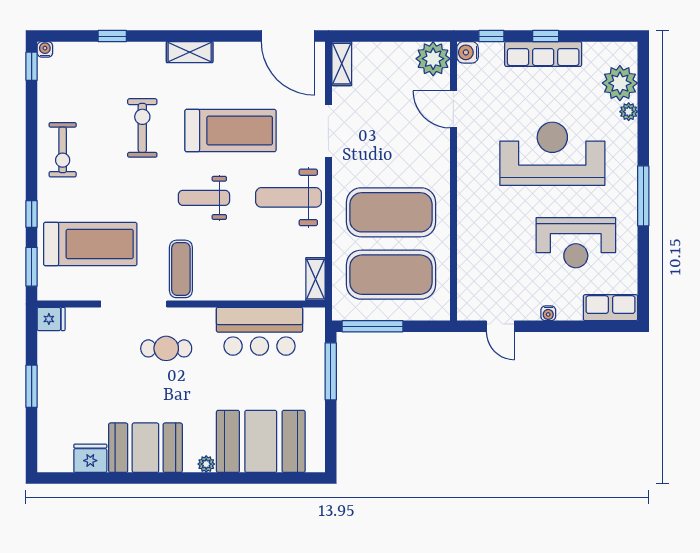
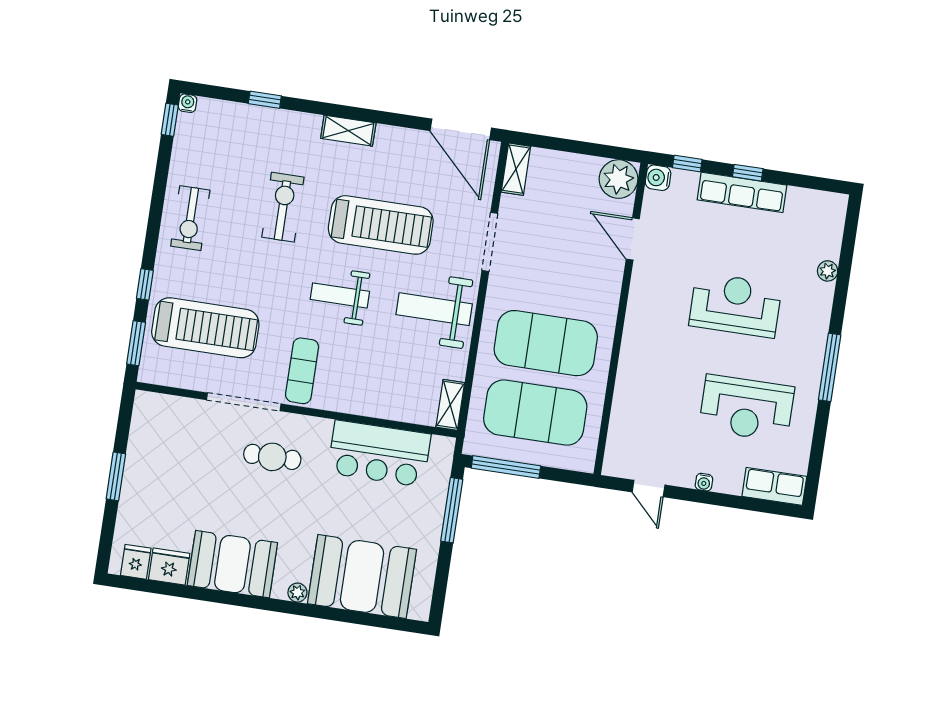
plant: (620, 83) -> (823, 238), removed
reception desk: (552, 154) -> (735, 305), width x0.74, depth x0.77
fridge: (51, 319) -> (136, 562), moved, turned -90

